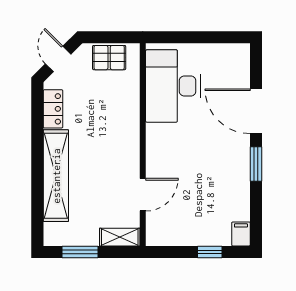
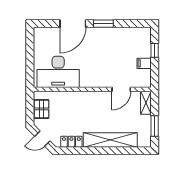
door: (143, 195) -> (121, 89), swing flipped
filing cabinet: (241, 234) -> (144, 63), moved

